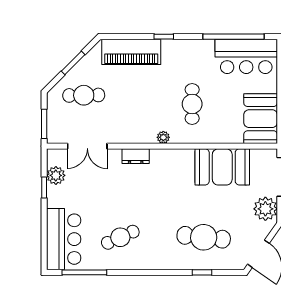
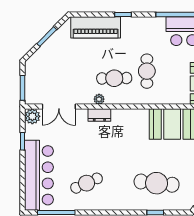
cafe table: (84, 95) -> (114, 78), moved
plant: (163, 137) -> (99, 99), moved
plant: (56, 175) -> (32, 116), moved
bar counter: (64, 239) -> (39, 175), width x1.36

